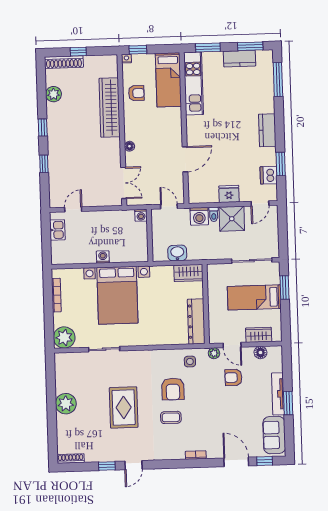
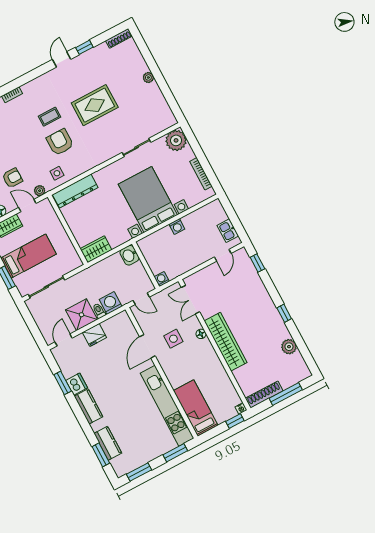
window: (78, 52) -> (286, 394), width x2.17
kitchen counter: (240, 59) -> (108, 443), moved, turned 90
shoe rack: (64, 62) -> (264, 395), moved
window: (278, 80) -> (101, 455), width x0.69
kitchen unit: (194, 84) -> (167, 406), width x1.36
armchair: (136, 93) -> (218, 383), removed
wardrobe: (110, 107) -> (226, 342), moved
side table: (157, 154) -> (173, 339), added
window: (44, 164) -> (257, 263), moved
dishwasher: (269, 175) -> (77, 384), moved
washbasin: (177, 253) -> (129, 255), moved, turned 90
dresser: (196, 321) -> (75, 191), moved, turned 90
plant: (66, 404) -> (148, 77), width x0.53, depth x0.53
rug: (124, 407) -> (95, 105), turned 90

